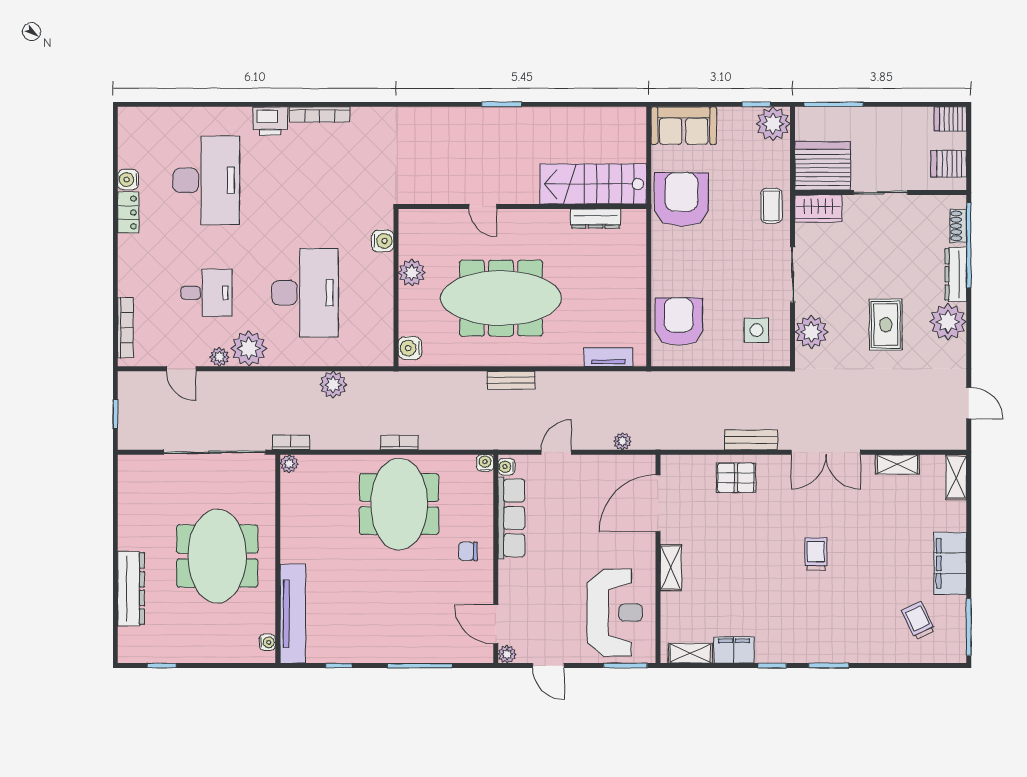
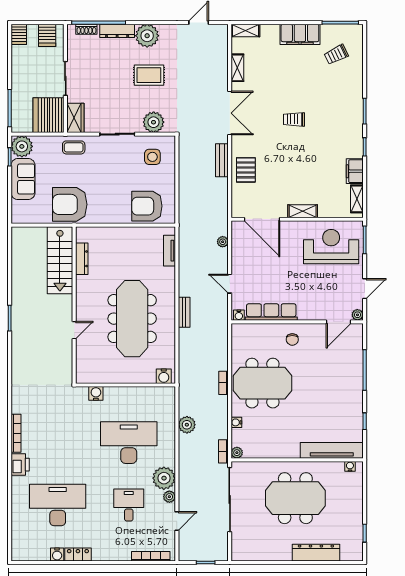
sofa: (684, 126) -> (23, 179), moved
plant: (412, 273) -> (116, 375), removed
water cooler: (485, 463) -> (236, 422), moved

